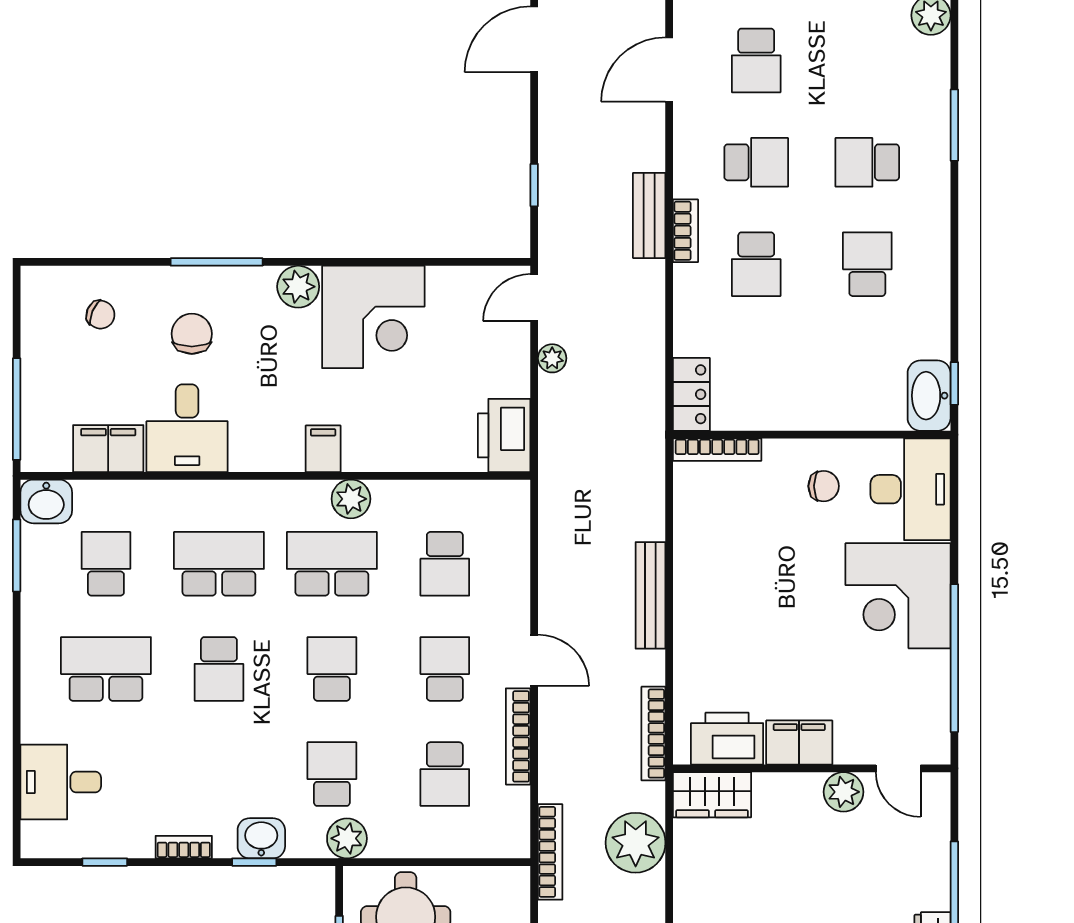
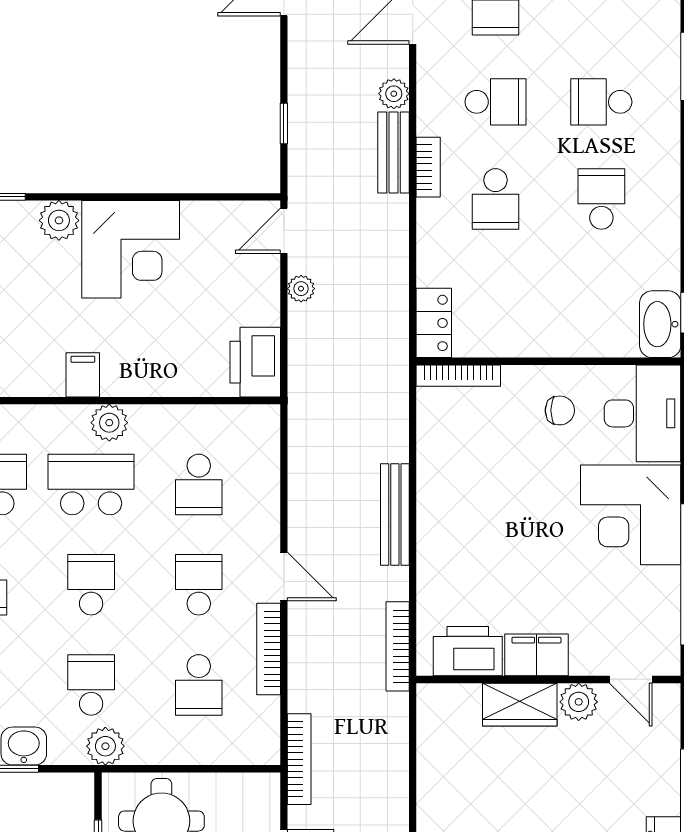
wardrobe: (712, 795) -> (520, 705), moved
plant: (636, 843) -> (394, 94), moved, width x0.53, depth x0.53

